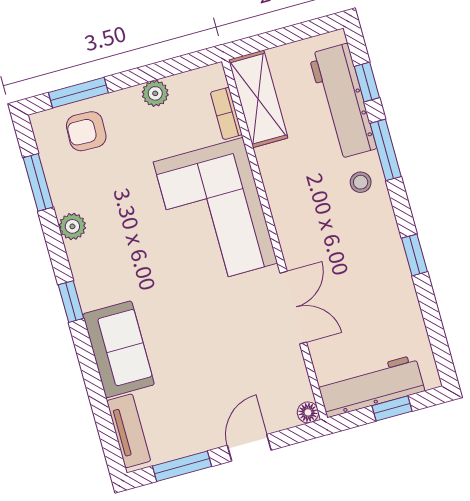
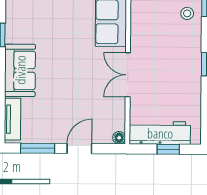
double door: (293, 308) -> (128, 75), swing flipped

